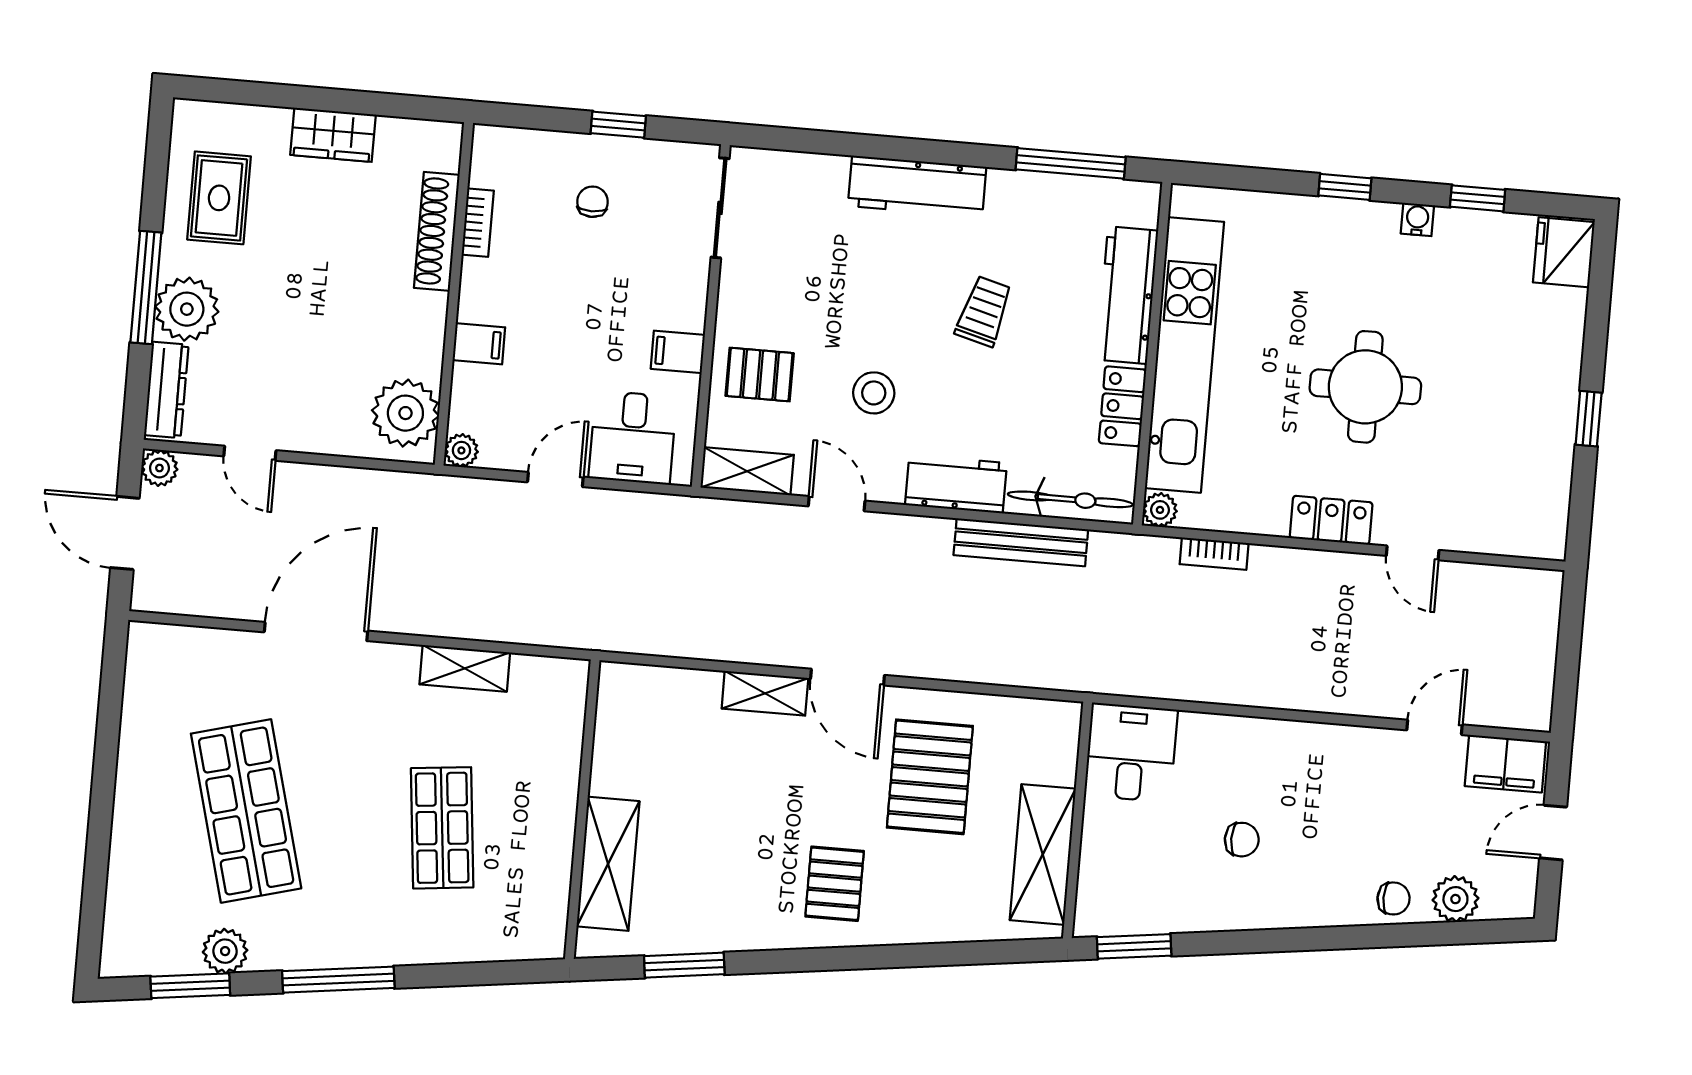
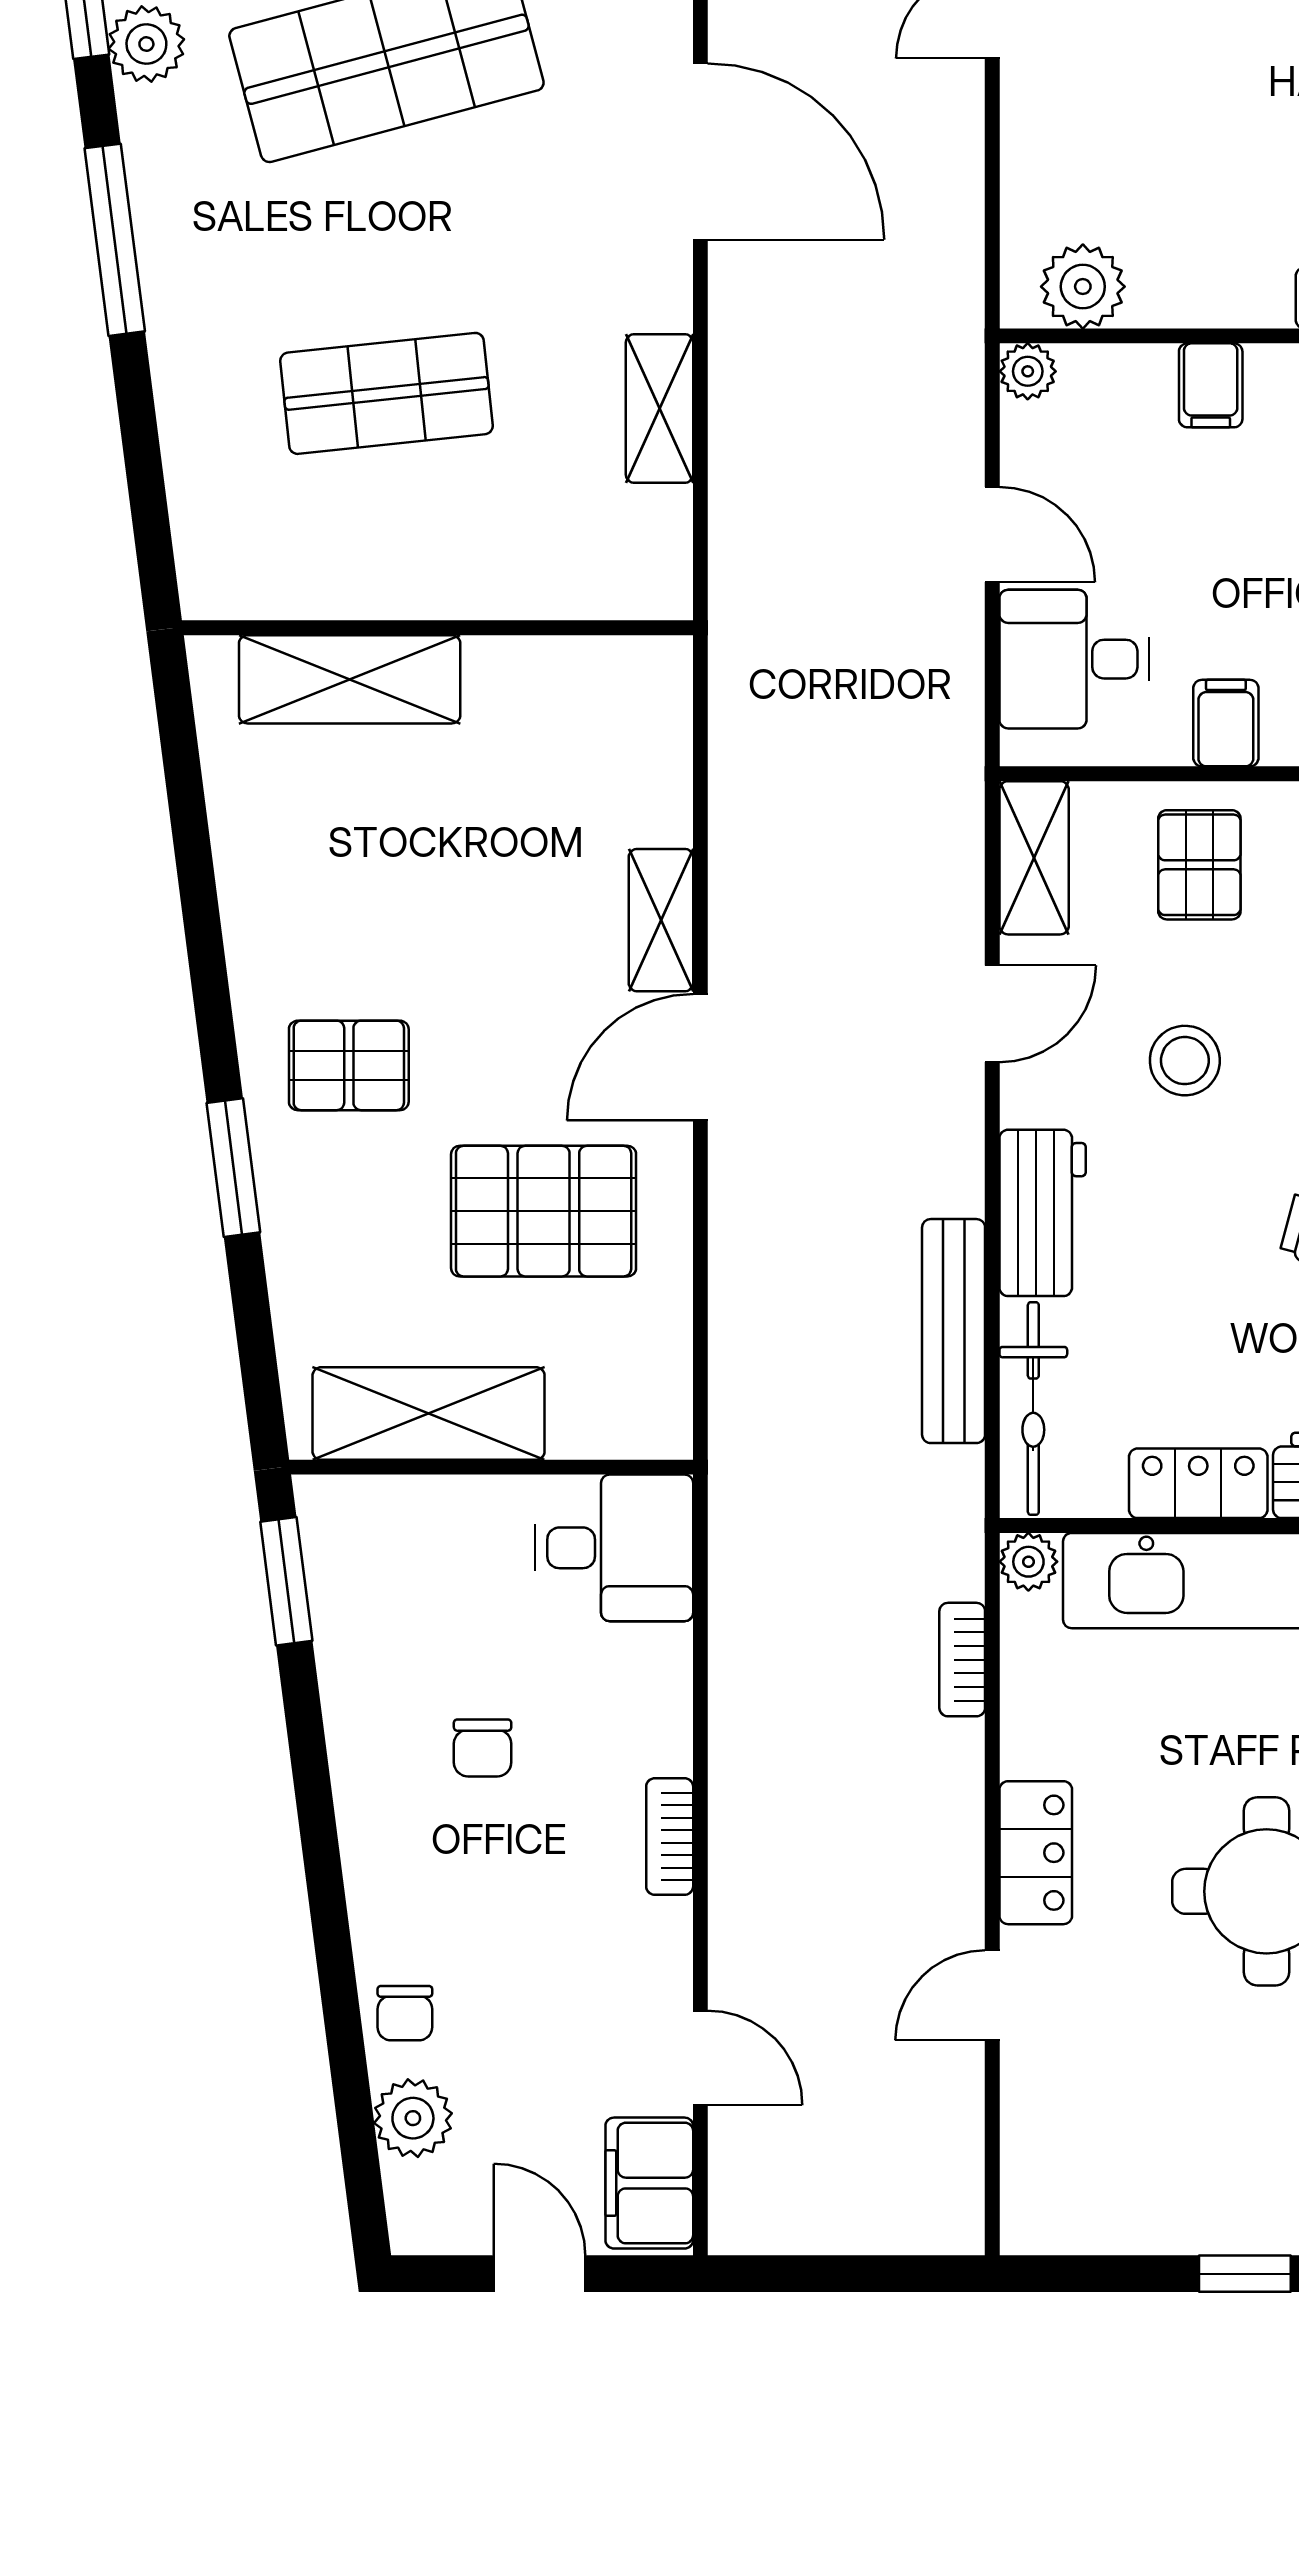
plant: (405, 413) -> (1083, 287), width x0.73, depth x0.73
bookcase: (1303, 734) -> (670, 1837), added
window: (684, 965) -> (233, 1168), moved

